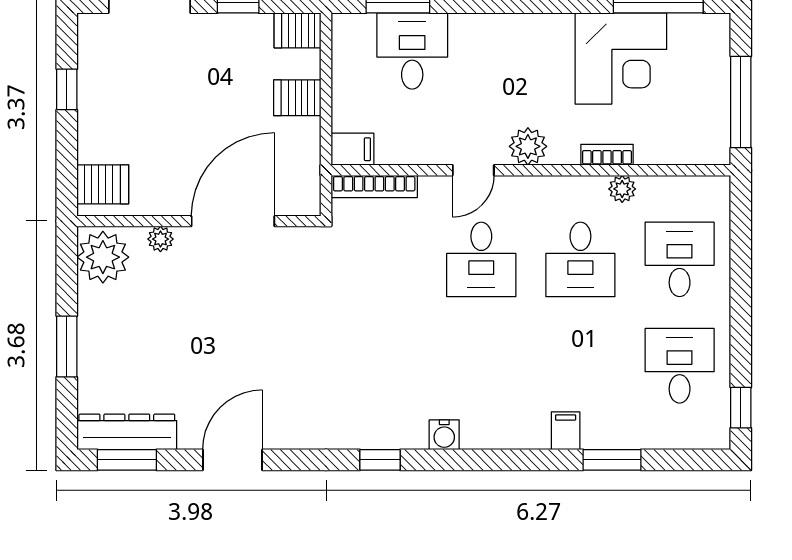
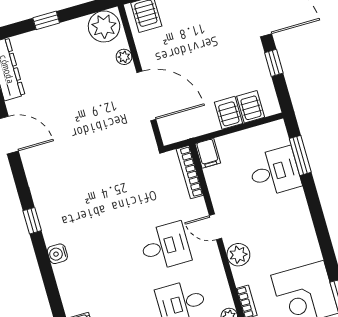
server rack: (298, 30) -> (251, 107), moved
desk: (481, 259) -> (165, 246), turned 180
window: (67, 347) -> (46, 20), width x0.67

